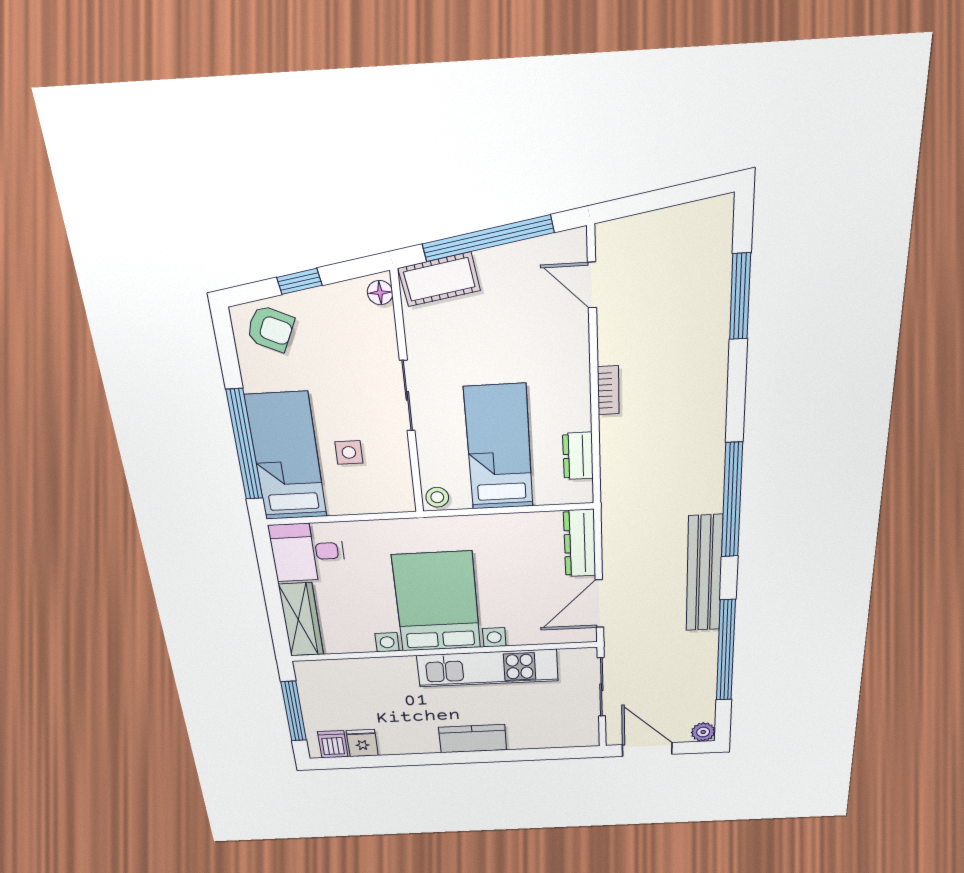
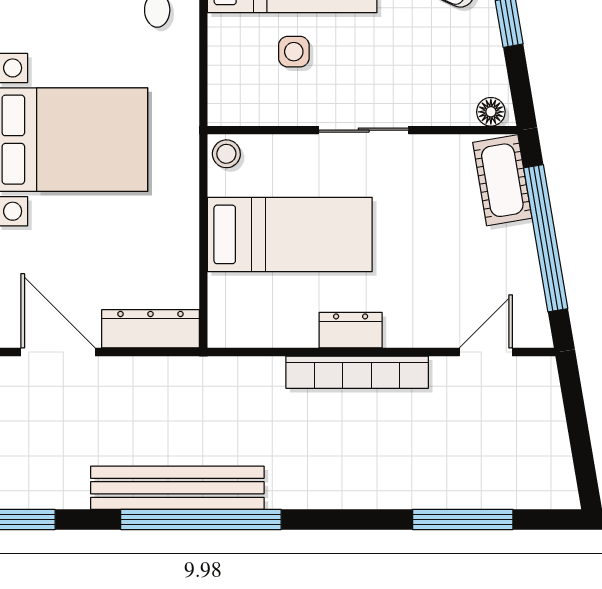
bookcase: (608, 390) -> (357, 372), width x2.31, depth x1.31
dresser: (578, 456) -> (351, 330), moved
bench: (704, 574) -> (177, 488), moved

